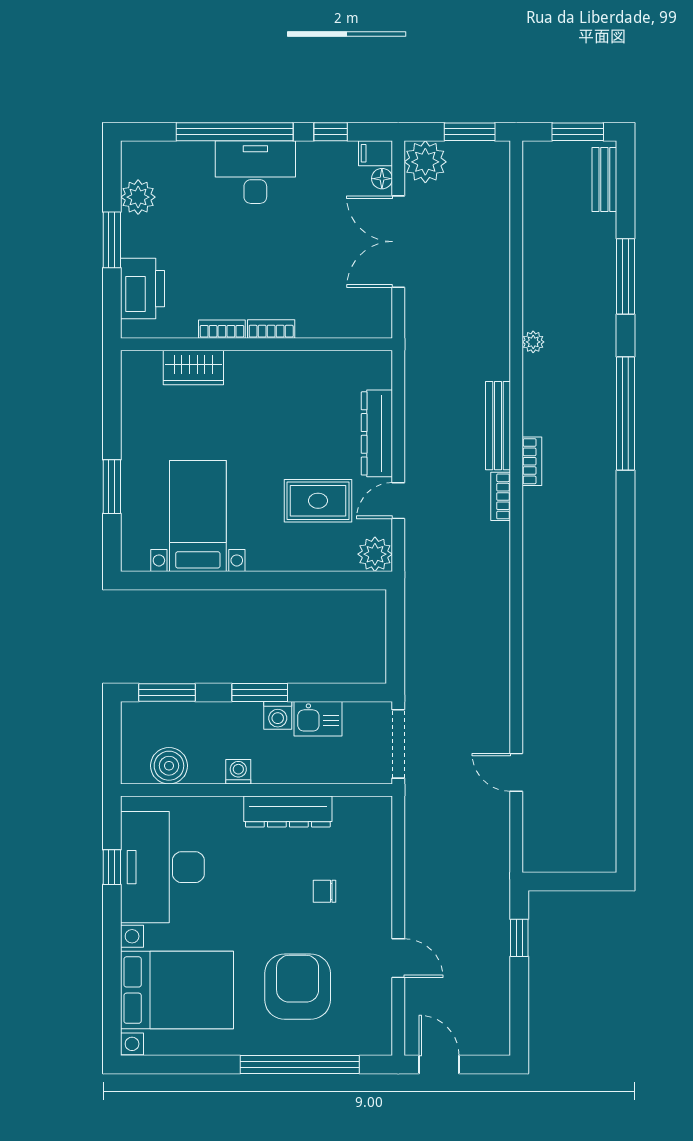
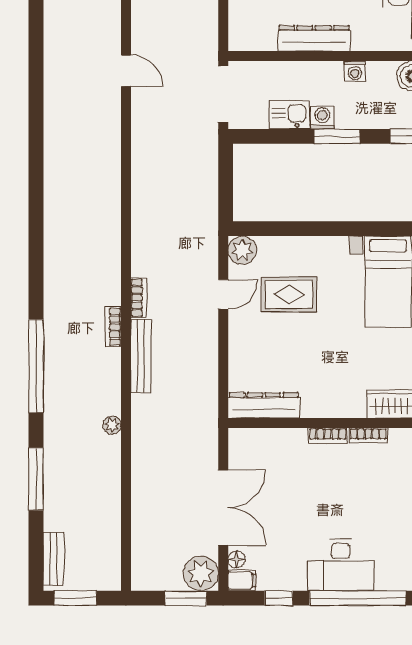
window: (470, 132) -> (186, 598), moved
dresser: (377, 433) -> (264, 405), moved, turned -90

